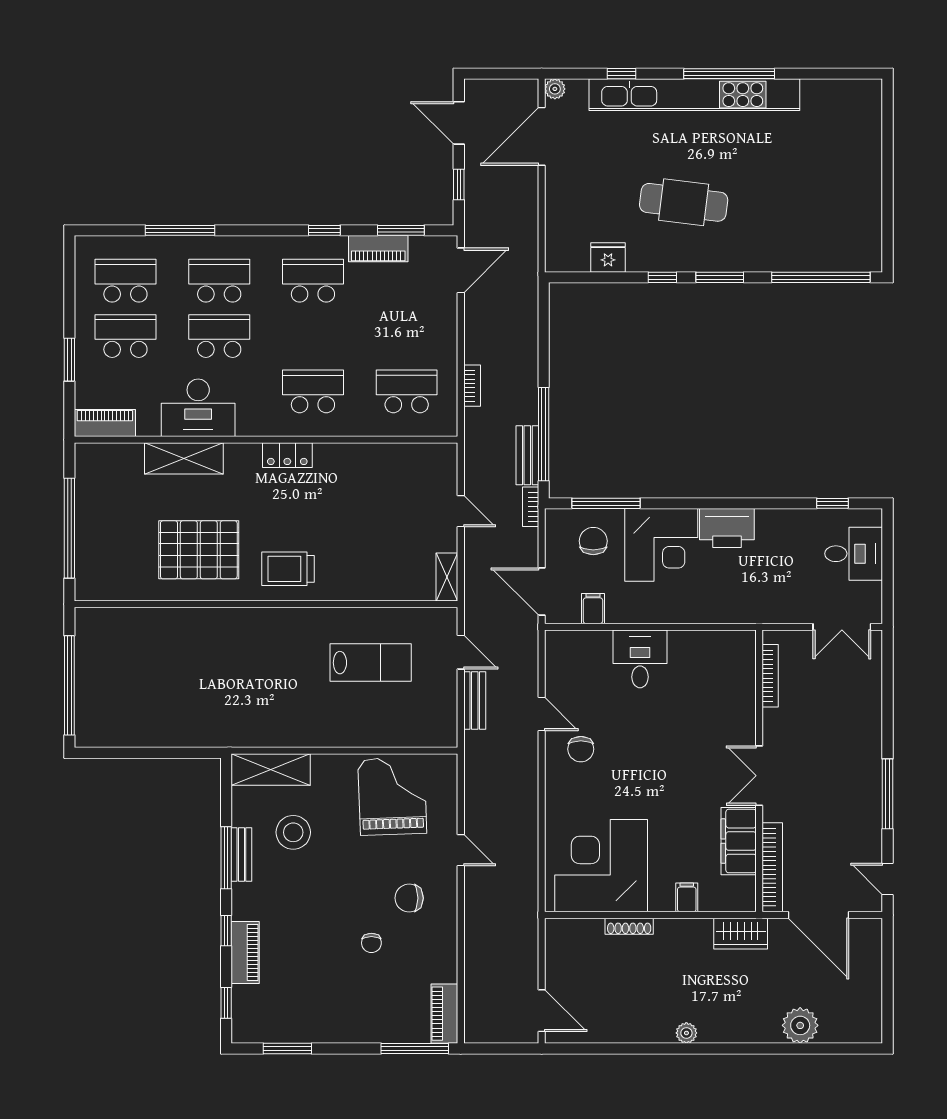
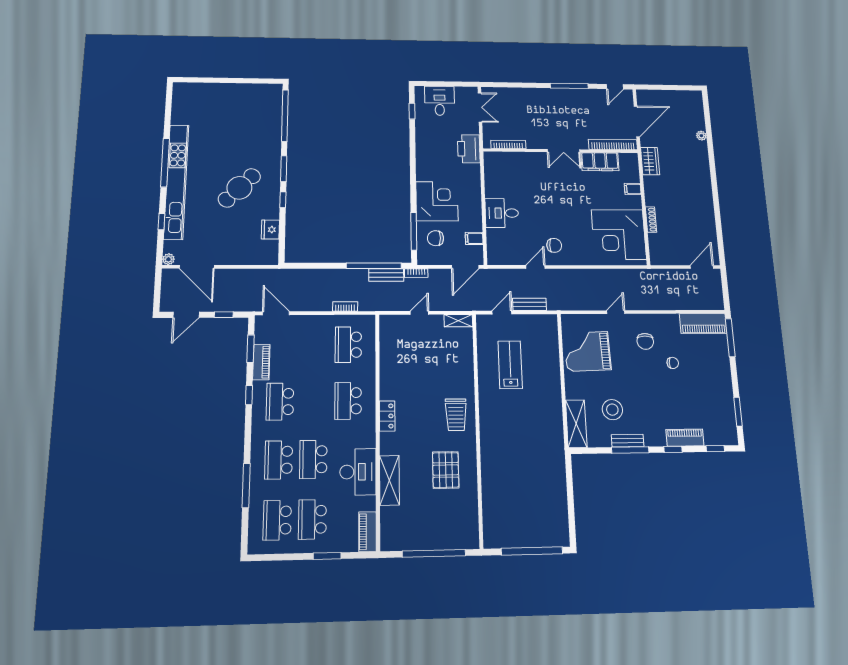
cafe table: (684, 202) -> (239, 188), turned 37
printer: (727, 528) -> (469, 149), moved, turned 180
pallet: (199, 550) -> (446, 470), width x0.73, depth x0.71
piano: (444, 1014) -> (703, 323), width x1.37, depth x1.33
plant: (800, 1025) -> (701, 136), width x0.53, depth x0.53
plant: (686, 1033) -> (706, 190), removed

